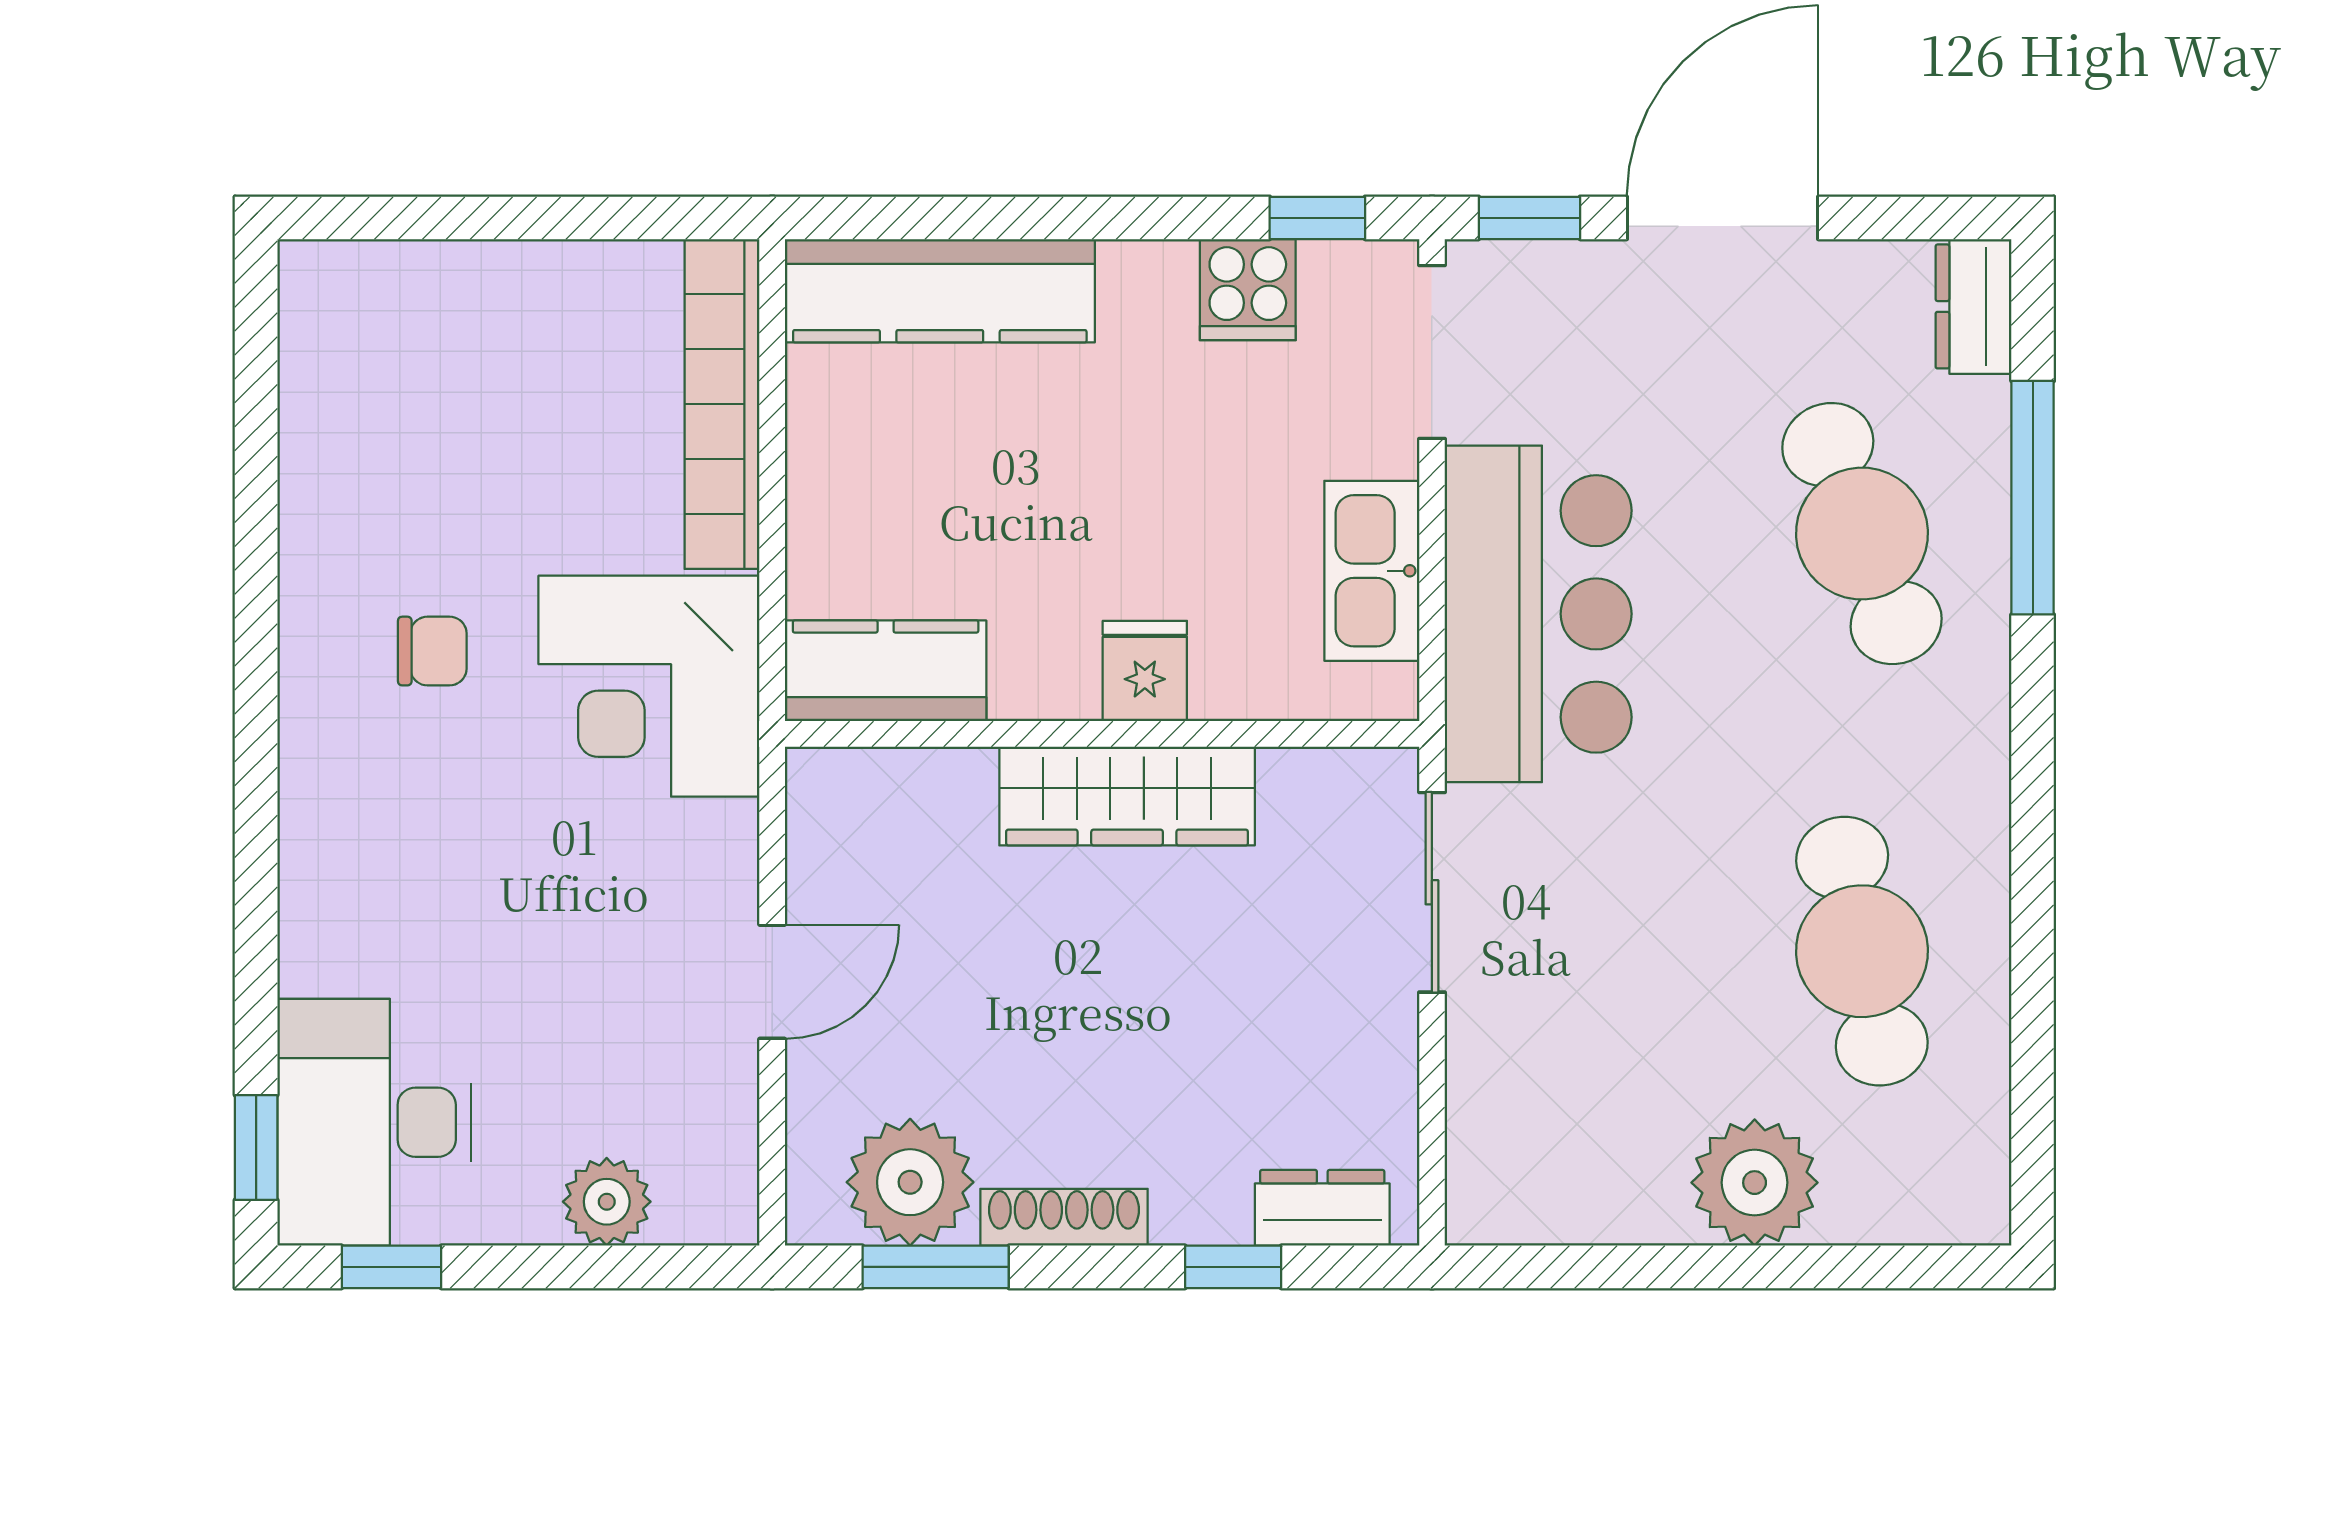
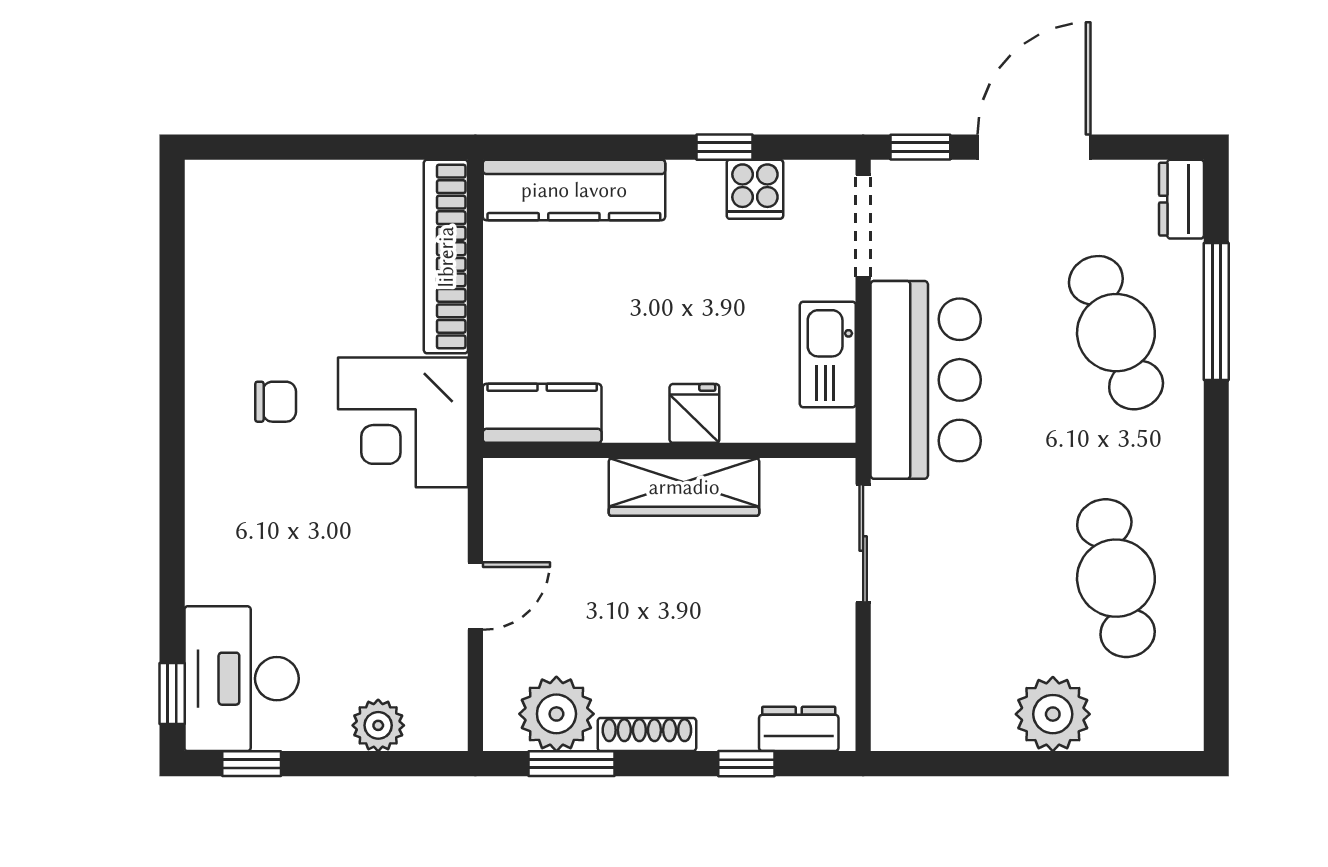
window: (1317, 218) -> (725, 147), moved

